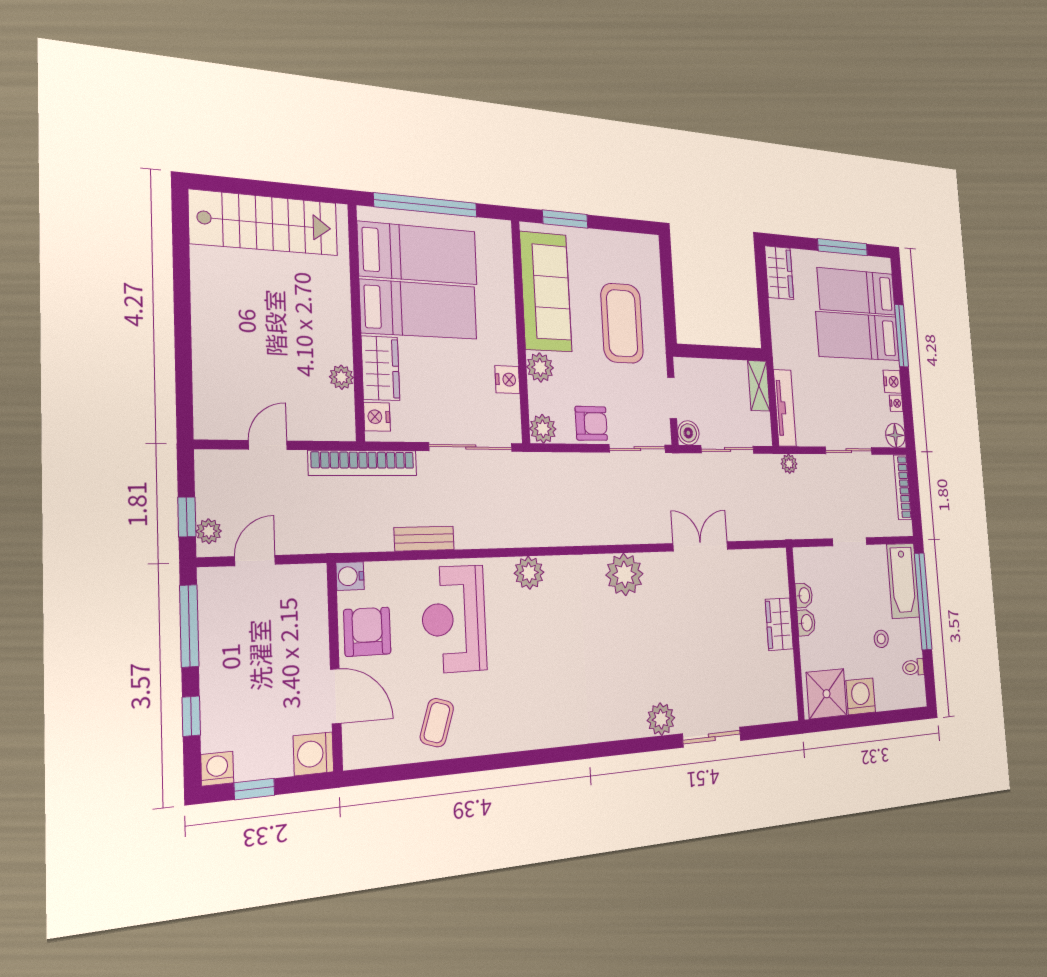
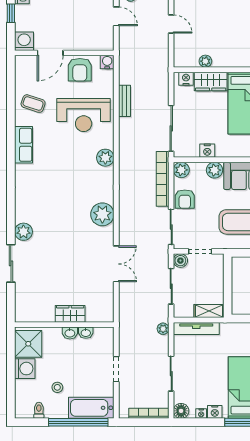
bookcase: (363, 463) -> (163, 179), moved
reception desk: (454, 619) -> (84, 115), turned 180
armchair: (367, 632) -> (80, 70), turned 90
row of seats: (514, 734) -> (24, 145), added

